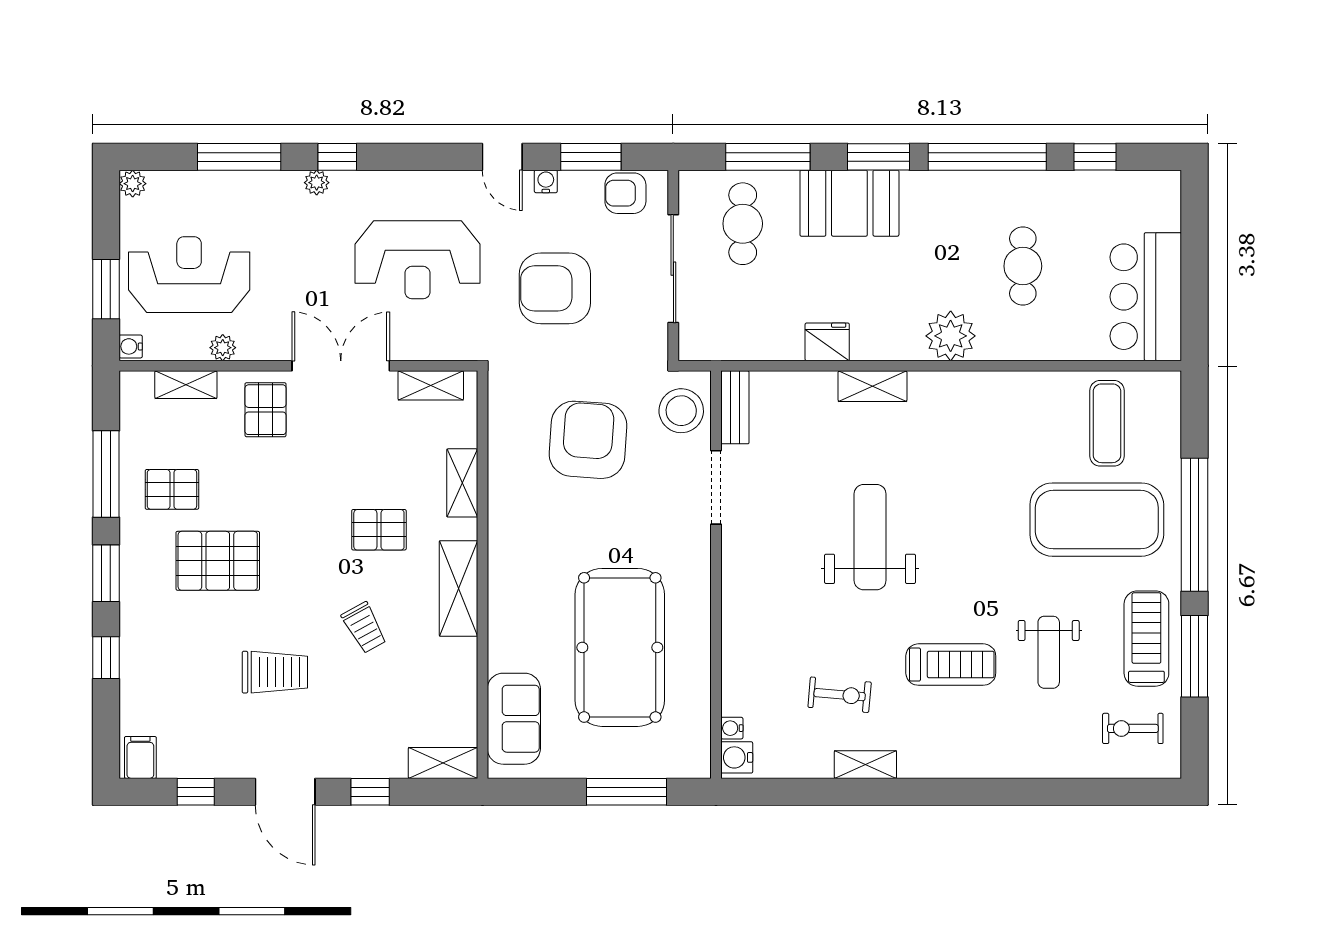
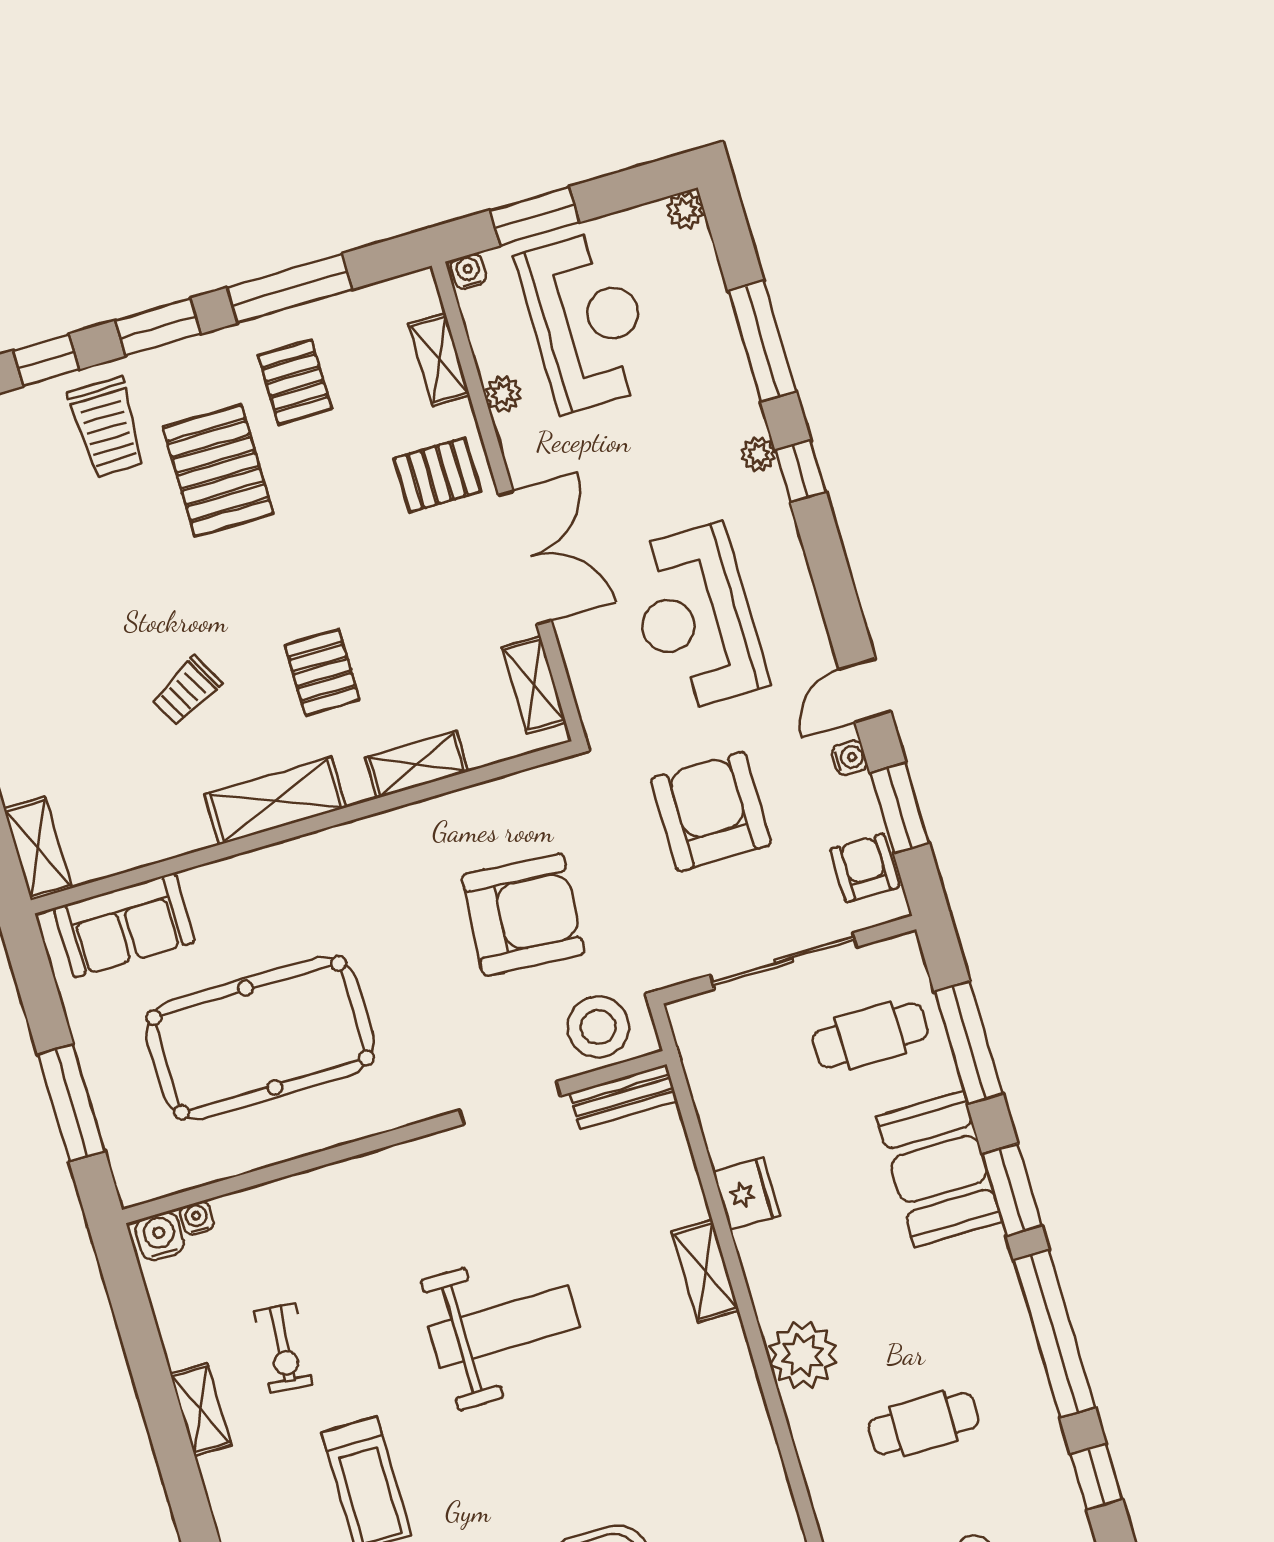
trolley: (275, 672) -> (107, 427), moved

